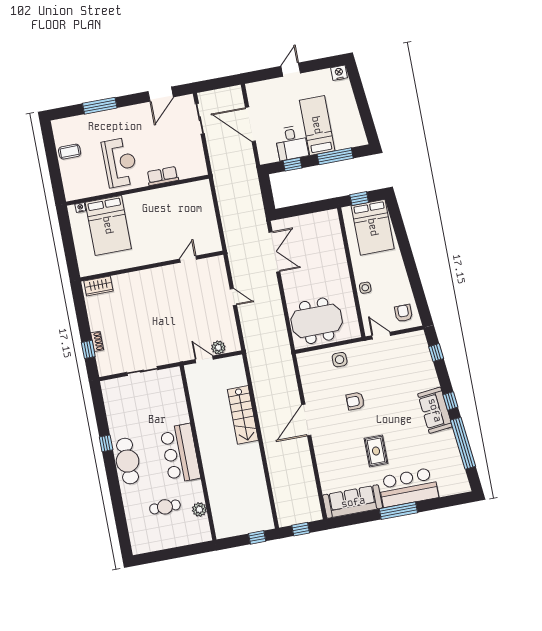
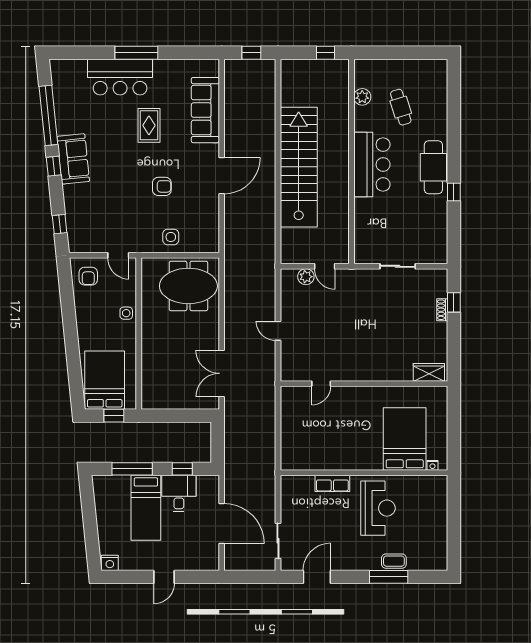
coffee table: (70, 152) -> (394, 561), moved
reception desk: (120, 162) -> (378, 508), turned 180
stairs: (243, 415) -> (299, 167), width x1.86, depth x1.51
sofa: (353, 502) -> (205, 110), moved, turned 90
cafe table: (165, 507) -> (401, 107), turned 73
window: (257, 537) -> (325, 53), moved

